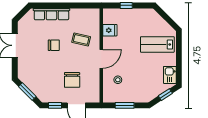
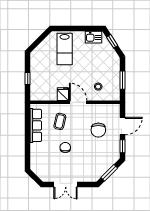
row of seats: (51, 14) -> (36, 125), moved
fridge: (110, 30) -> (63, 94), moved
chair: (72, 80) -> (98, 130), turned 90

